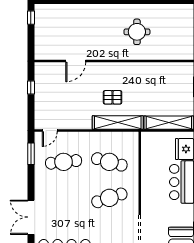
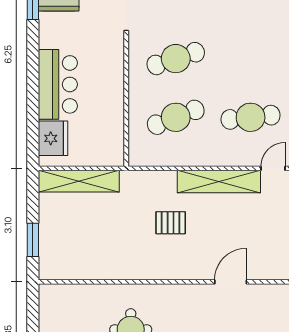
shelving: (118, 123) -> (219, 182), moved
cafe table: (109, 162) -> (176, 117), turned -36

